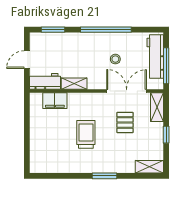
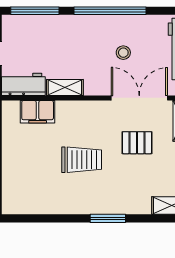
window: (53, 30) -> (35, 11), width x1.44
pallet: (125, 122) -> (137, 143), turned 90
trolley: (86, 134) -> (82, 160), turned 90

